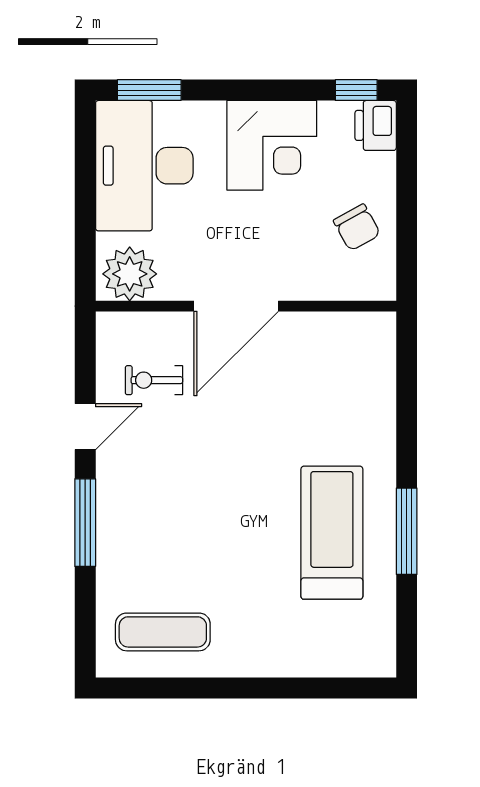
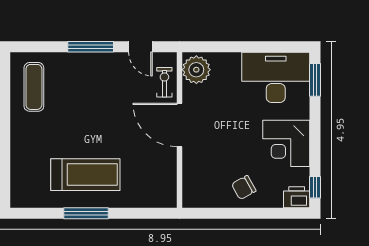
plant: (130, 274) -> (196, 70), moved
door: (236, 306) -> (180, 125), moved
wall: (246, 306) -> (180, 130), moved

